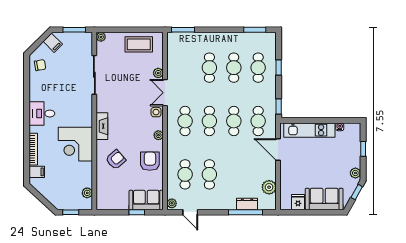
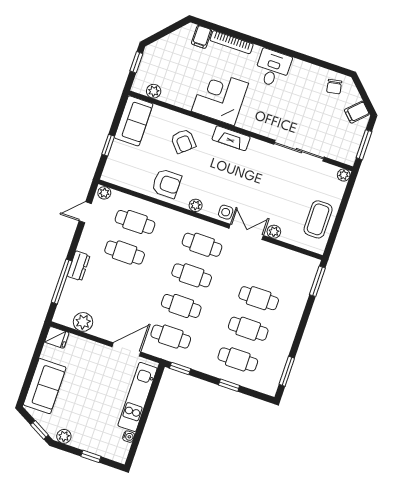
sofa: (146, 200) -> (134, 121), moved
fridge: (298, 202) -> (57, 337), moved
dresser: (247, 204) -> (79, 266), moved

